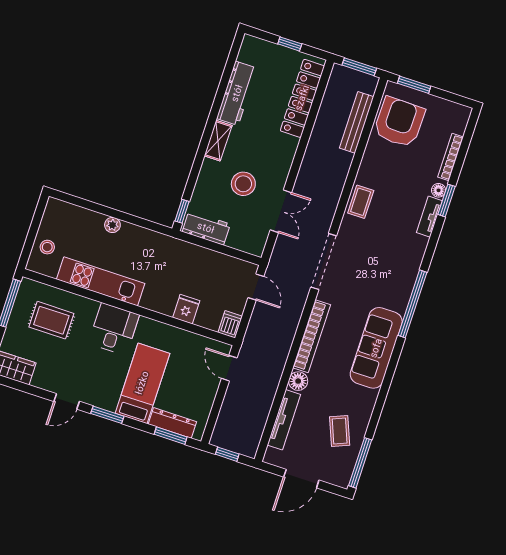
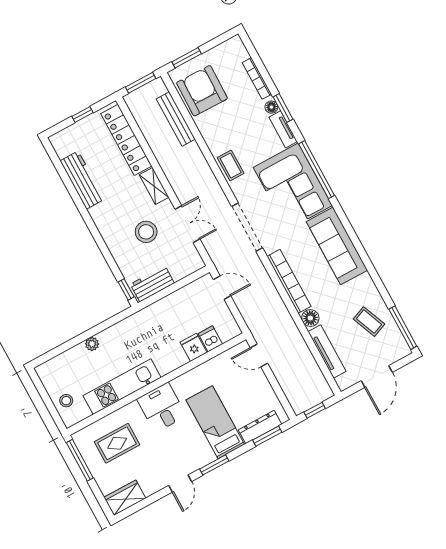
shelving: (218, 141) -> (154, 186), moved
corner sofa: (391, 268) -> (293, 186), added
window: (412, 304) -> (317, 170), moved
dishwasher: (230, 324) -> (210, 339), moved

